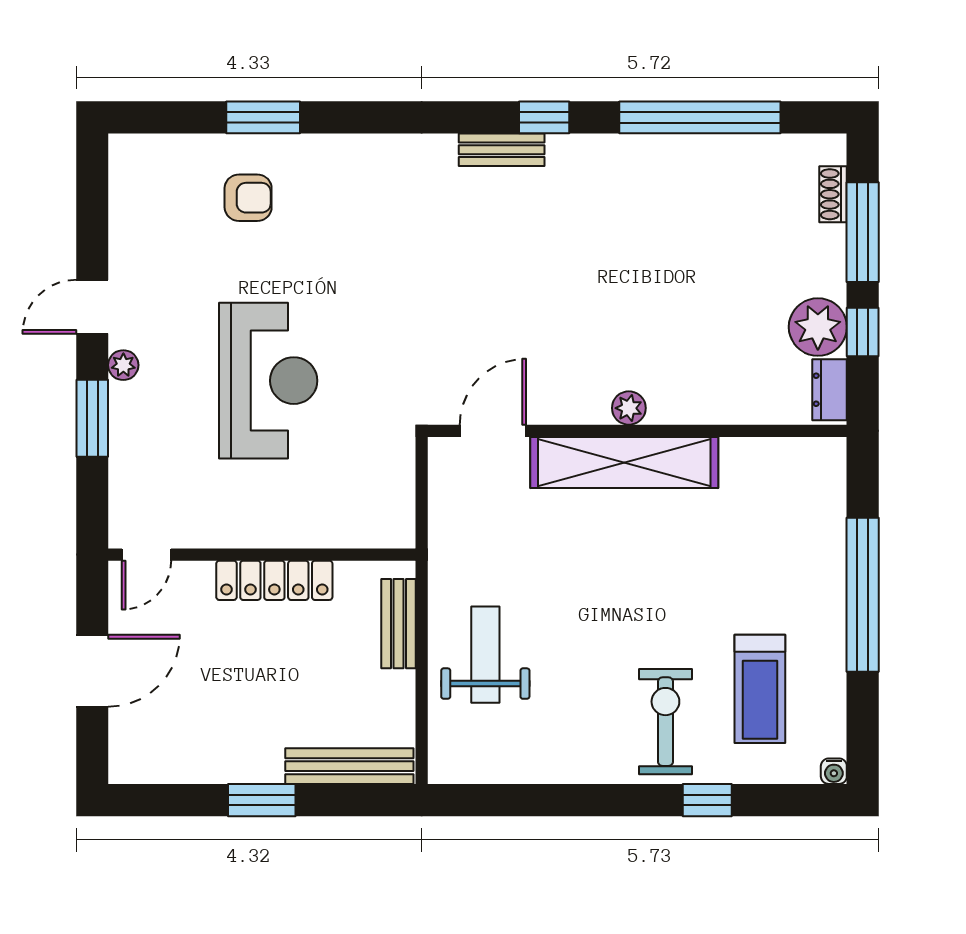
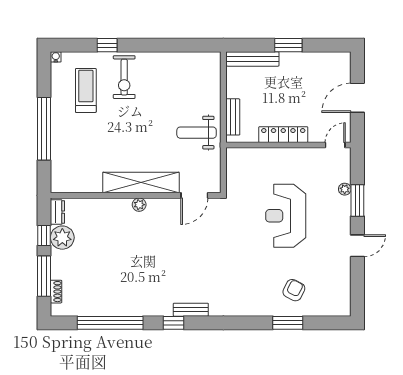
armchair: (248, 198) -> (294, 290), turned 117
plant: (123, 365) -> (345, 189), moved
weight bench: (485, 655) -> (197, 133), moved, turned 90

